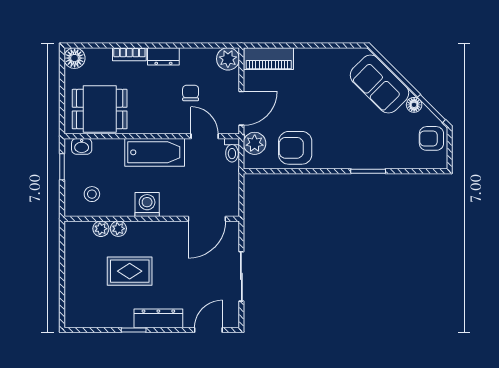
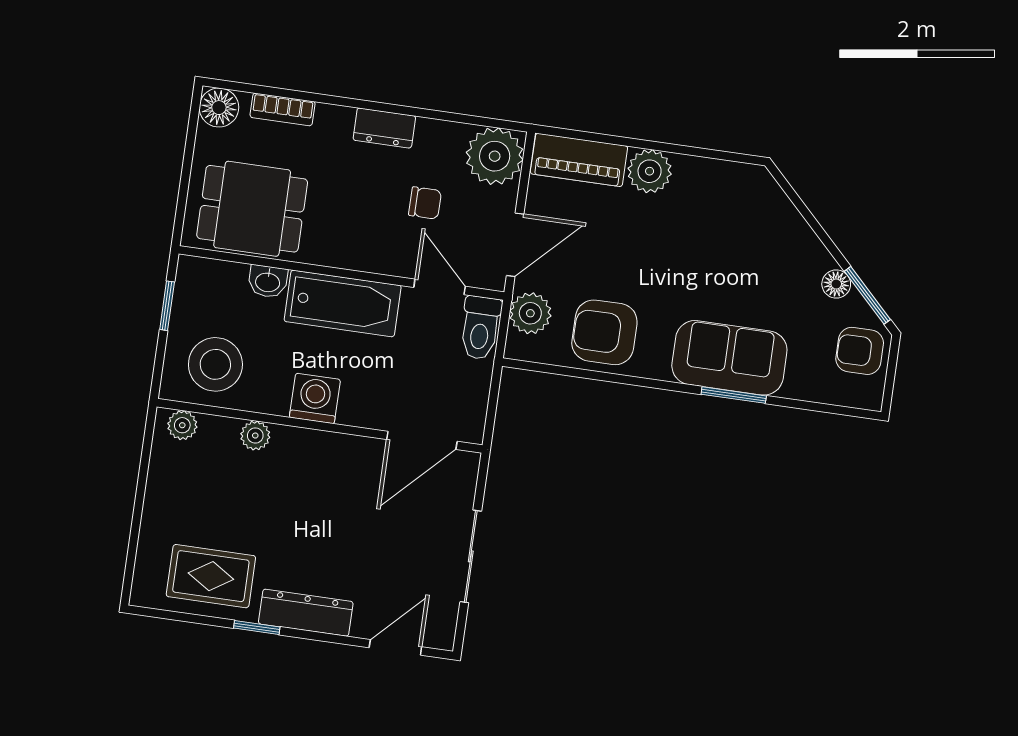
bookcase: (129, 54) -> (283, 109), moved
plant: (228, 59) -> (495, 156), width x1.36, depth x1.36
plant: (307, 59) -> (650, 171), added
sofa: (380, 84) -> (729, 358), moved, turned 135
chair: (191, 93) -> (425, 203), turned 90
washbasin: (82, 146) -> (268, 282), moved
toilet: (232, 150) -> (480, 328), width x1.37, depth x1.39
stool: (92, 194) -> (215, 364), width x1.89, depth x1.89
plant: (101, 229) -> (182, 425), moved
rug: (130, 271) -> (211, 576), moved

